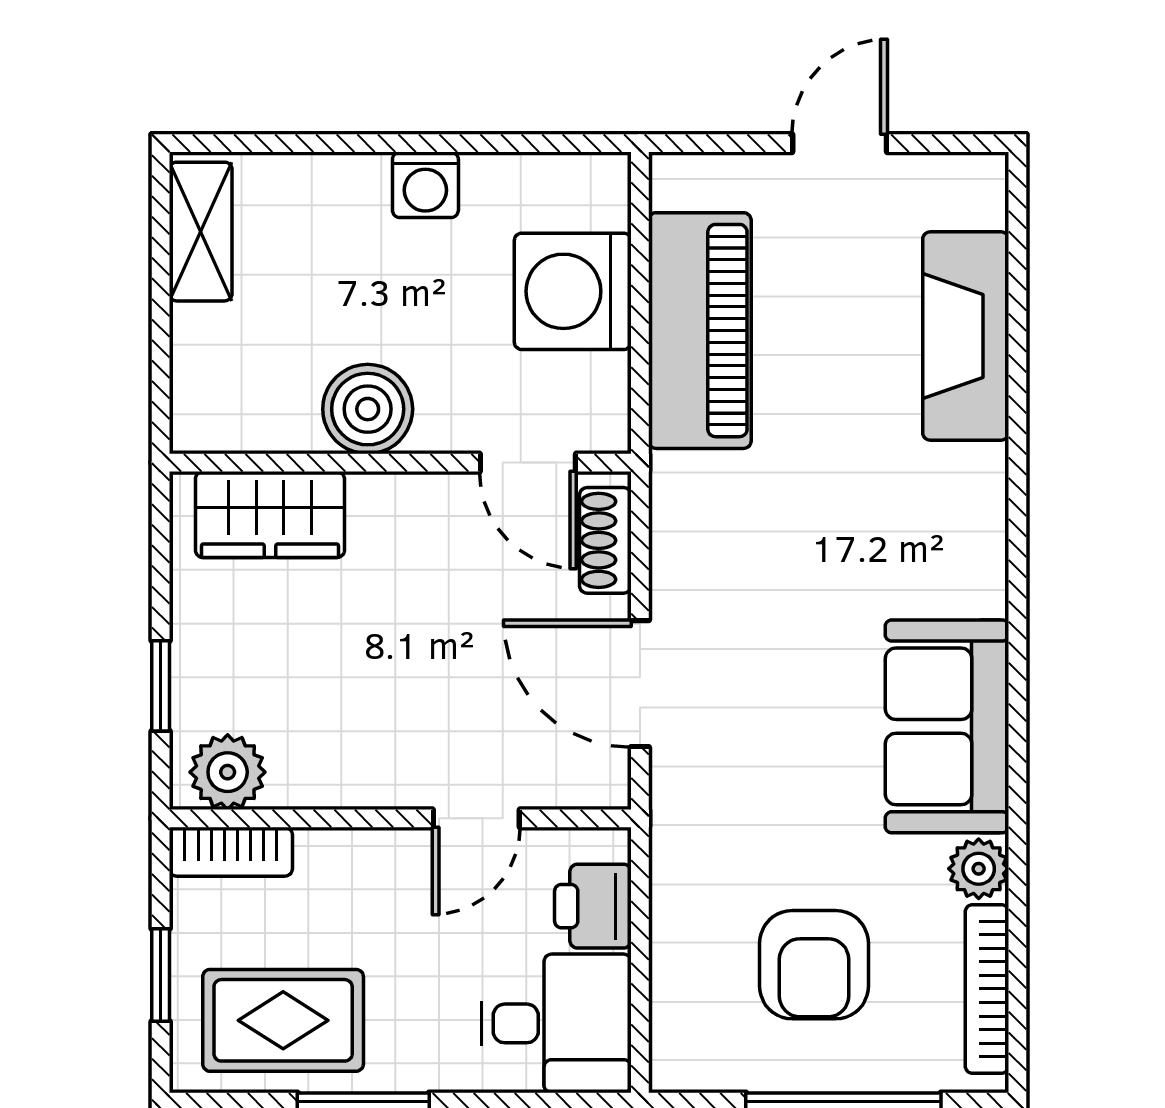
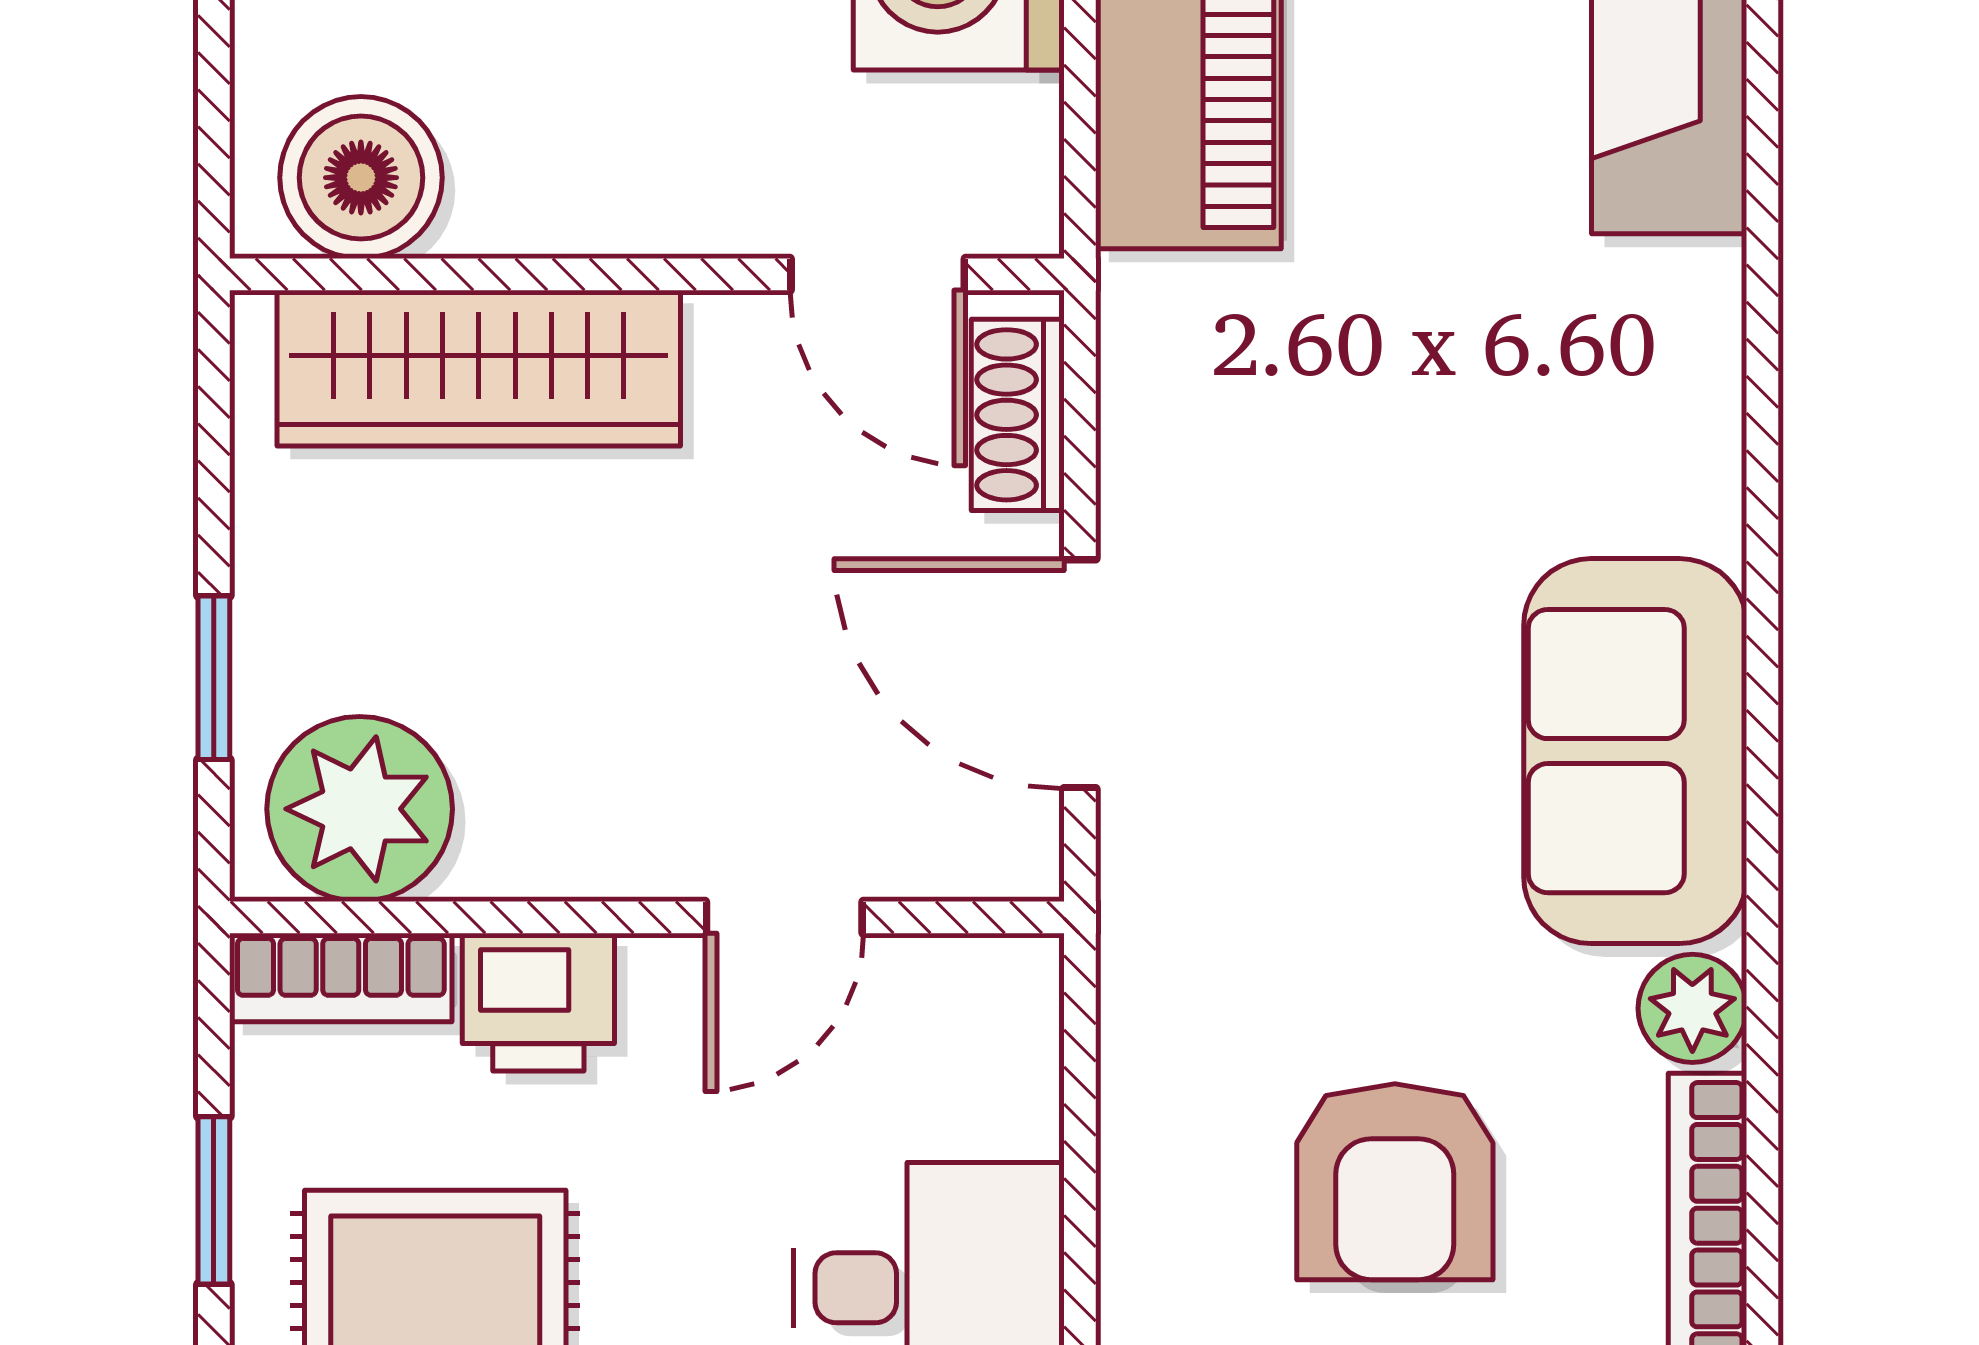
boiler: (368, 409) -> (361, 178), moved
wardrobe: (270, 515) -> (479, 368), width x1.50
plant: (228, 772) -> (360, 809), width x1.36, depth x1.36
printer: (593, 906) -> (538, 1002), moved, turned -90

